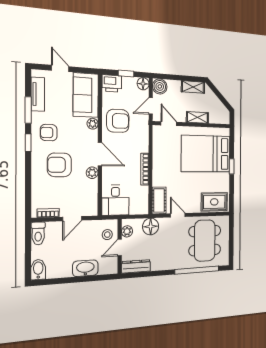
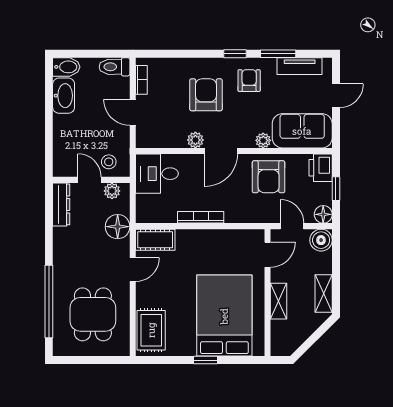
dining table: (205, 241) -> (93, 314), width x0.73
washbasin: (85, 268) -> (64, 96), moved

